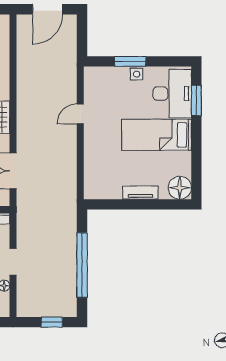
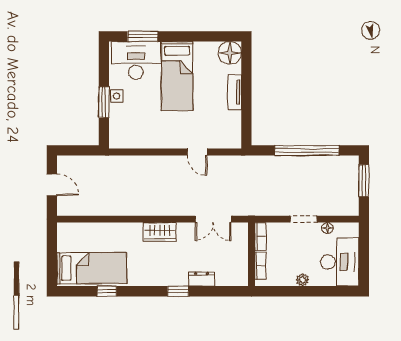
door: (48, 9) -> (52, 185), width x0.73
door: (80, 114) -> (197, 152), moved
window: (52, 322) -> (364, 181), width x1.50

